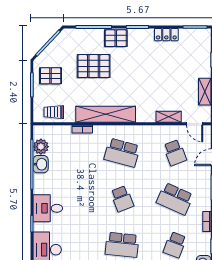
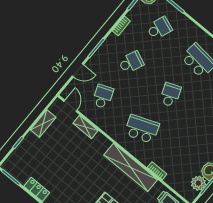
school desk: (122, 153) -> (142, 129), turned -36
school desk: (175, 199) -> (131, 62), width x0.54

